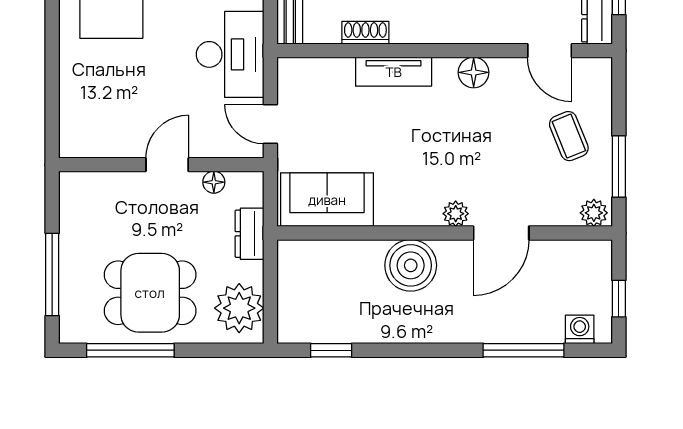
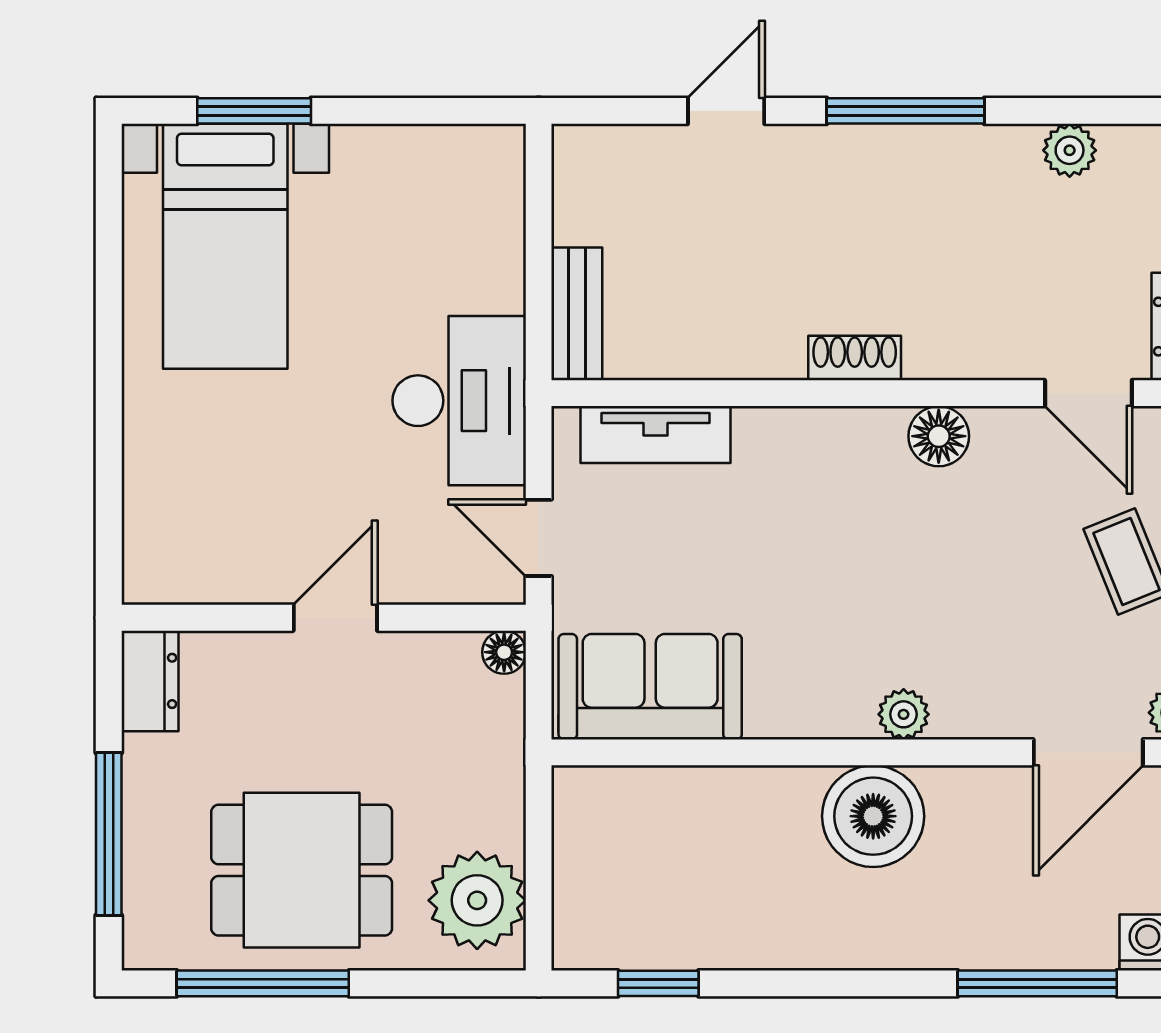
shoe rack: (365, 33) -> (855, 358), moved
tv unit: (394, 72) -> (656, 435), moved
floor lamp: (214, 182) -> (504, 652), moved
door: (501, 233) -> (1088, 752), moved
dresser: (250, 234) -> (150, 681), moved, turned 180
boiler: (411, 265) -> (873, 816), moved

